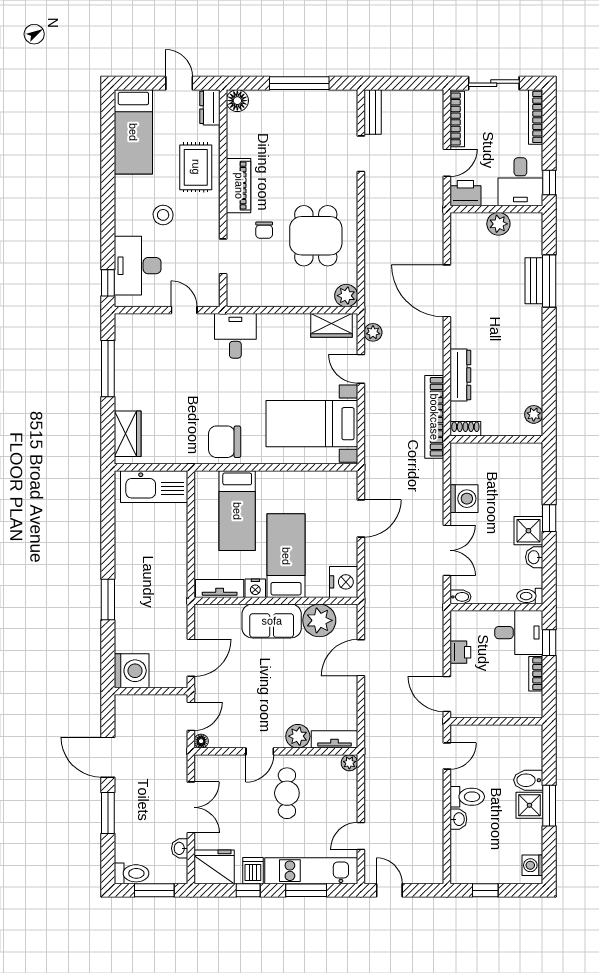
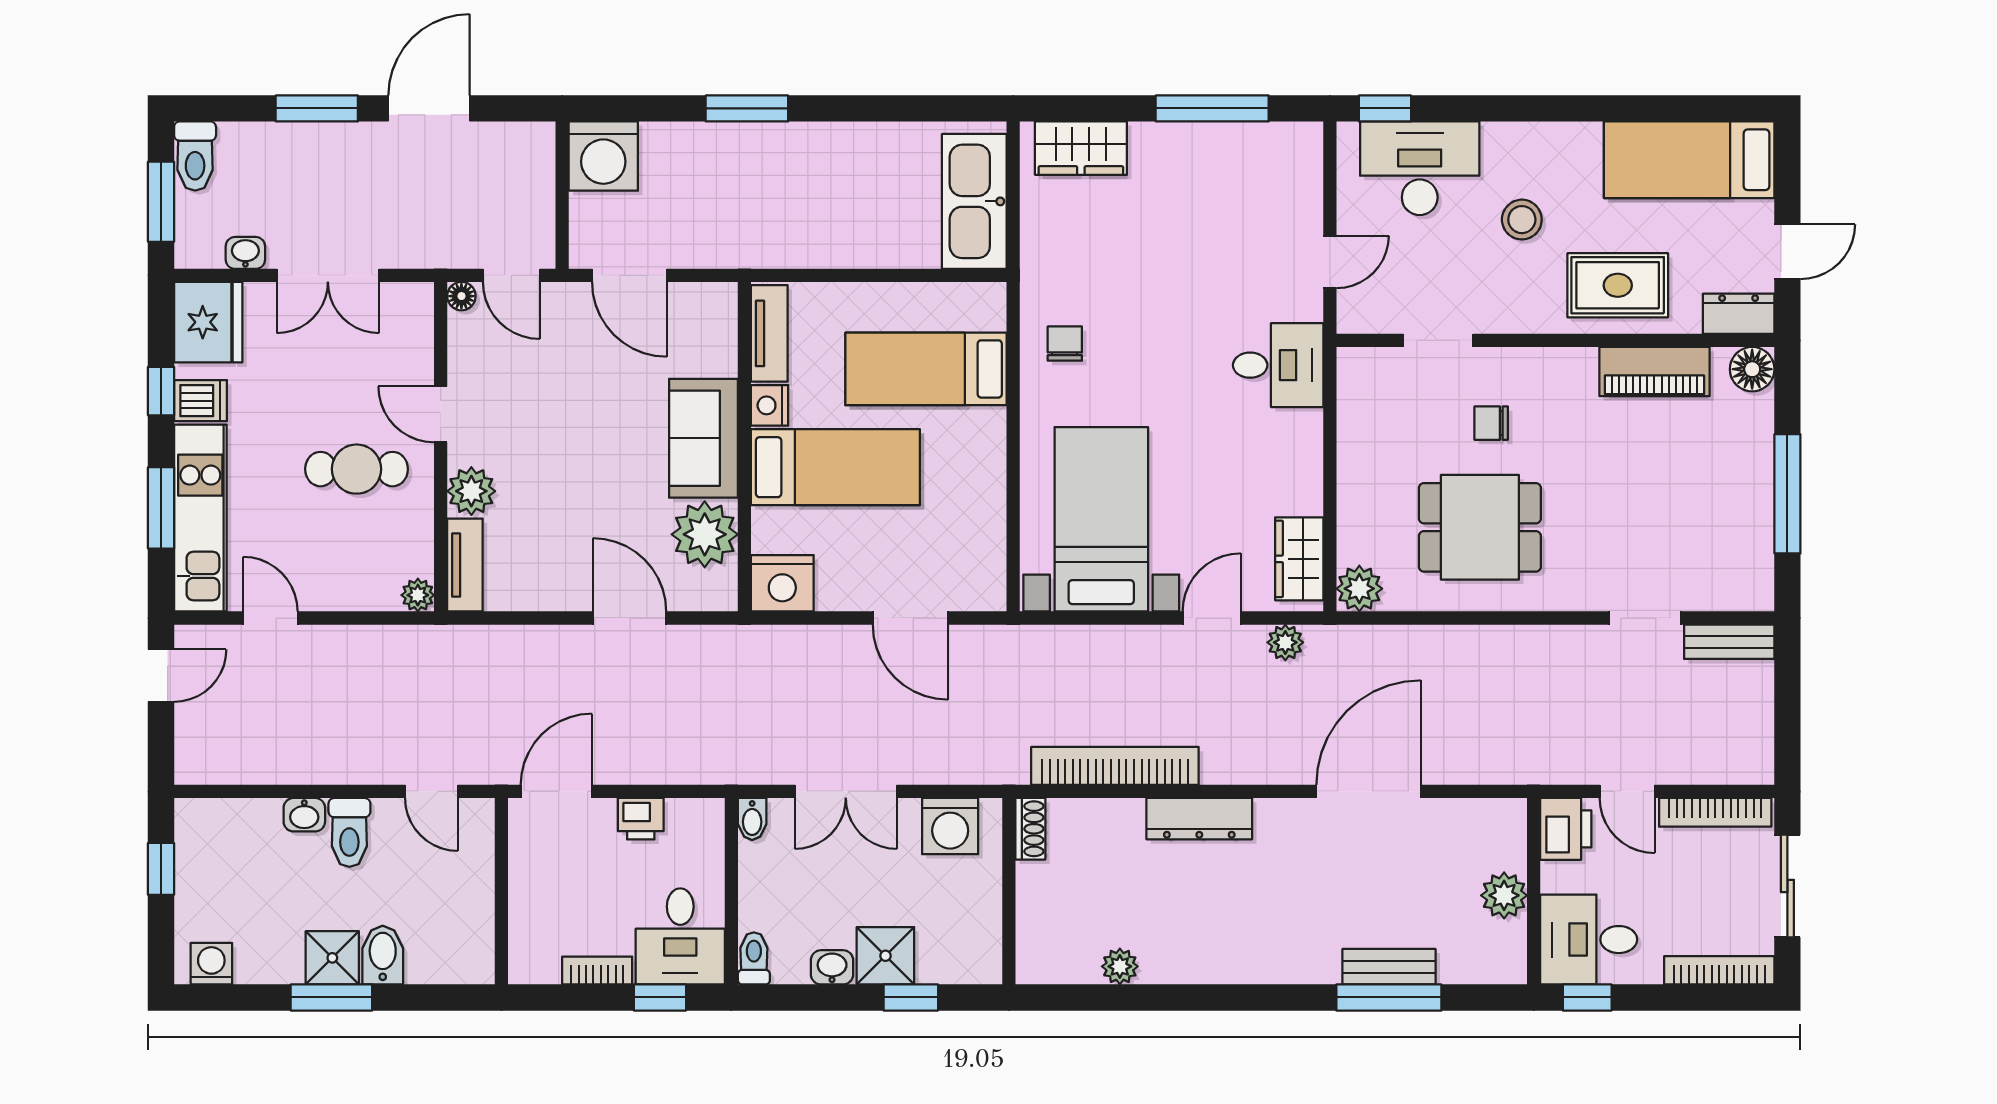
piano: (239, 186) -> (1654, 372), moved
shoe rack: (465, 429) -> (1030, 829), moved
wall: (496, 439) -> (1009, 891), moved
chair: (225, 442) -> (1065, 344), width x0.54, depth x0.54

